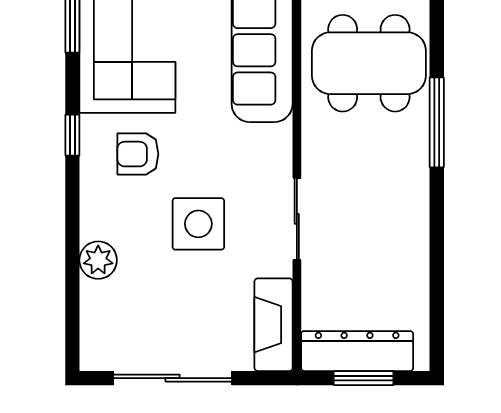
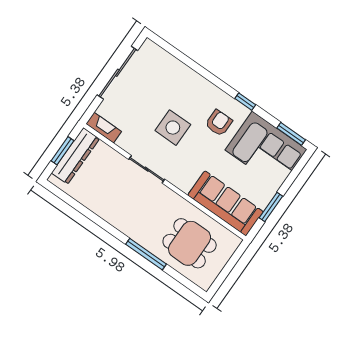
dining table: (369, 63) -> (190, 243), width x0.73
plant: (98, 260) -> (187, 76), removed
fireplace: (274, 325) -> (104, 128), width x0.73, depth x0.76

